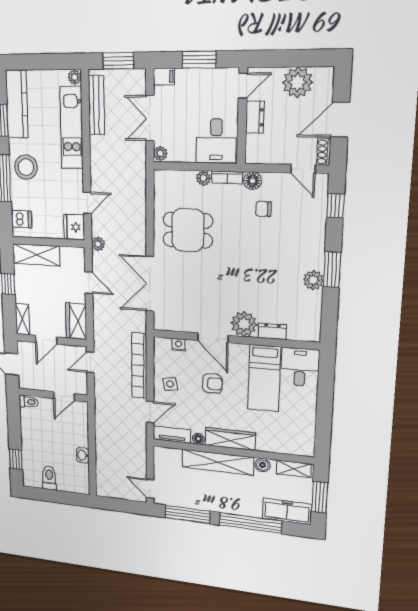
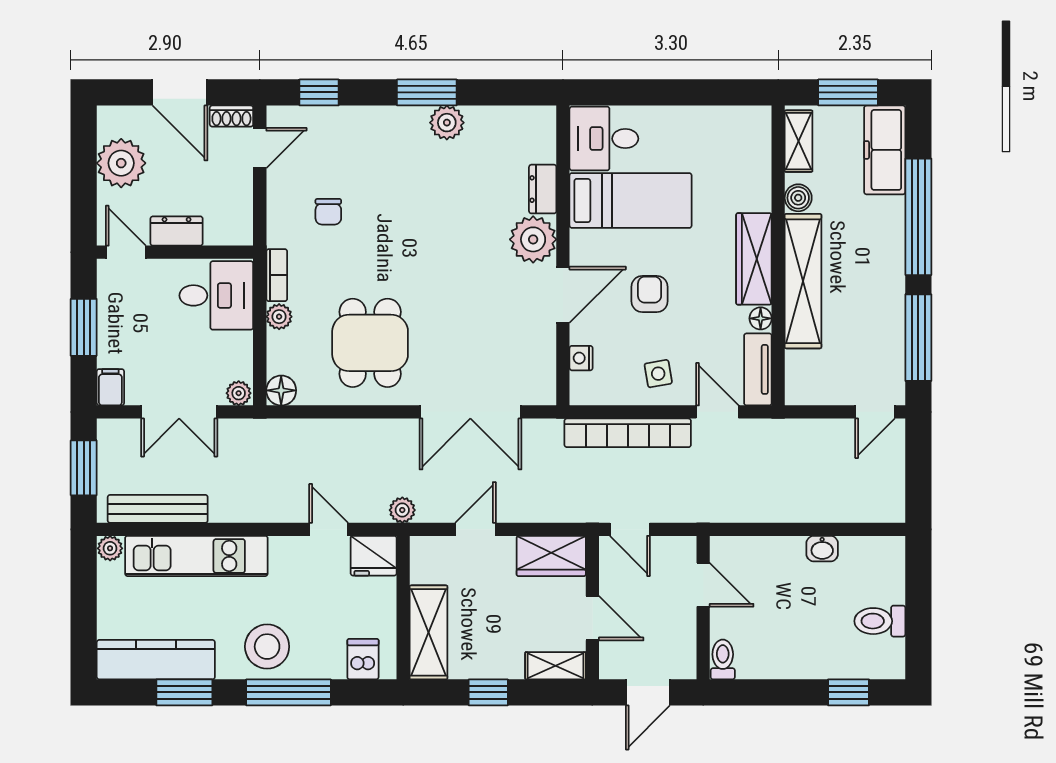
floor lamp: (253, 181) -> (281, 390), moved

